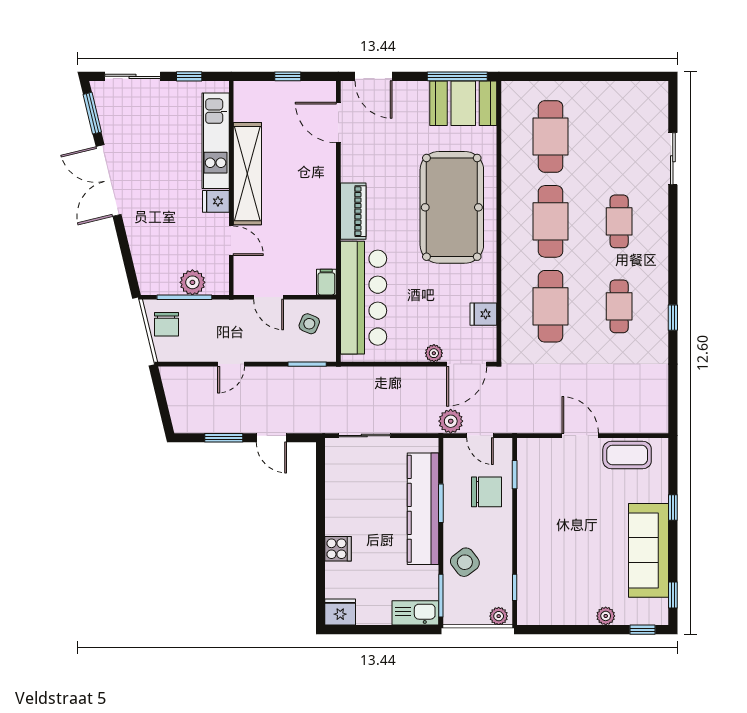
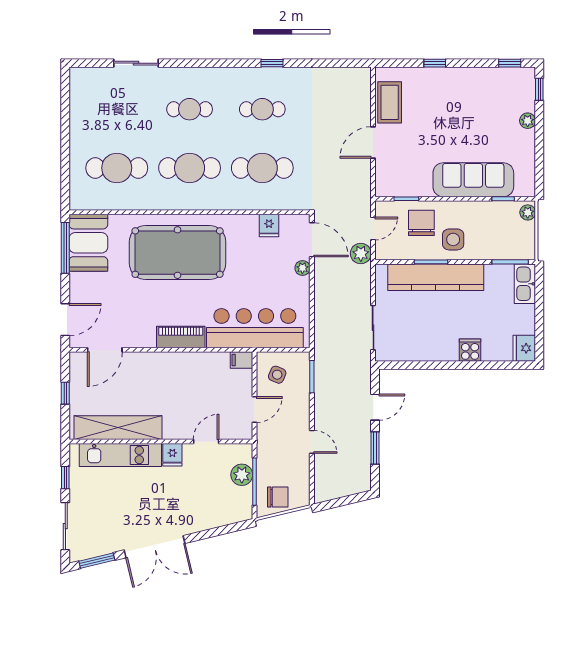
shelving: (247, 174) -> (118, 428), moved
sofa: (649, 550) -> (473, 180), moved, turned 180
side table: (465, 562) -> (453, 239), moved, turned 37

